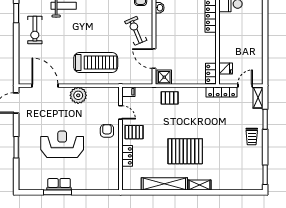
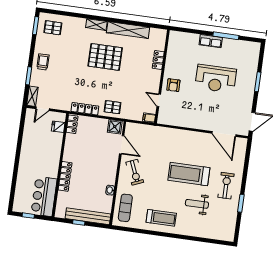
treadmill: (96, 63) -> (189, 174), moved
locker: (222, 92) -> (85, 109), moved
plant: (78, 95) -> (195, 121), removed
pallet: (134, 132) -> (53, 28), moved
row of seats: (59, 184) -> (211, 41), moved

